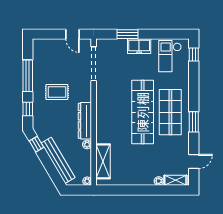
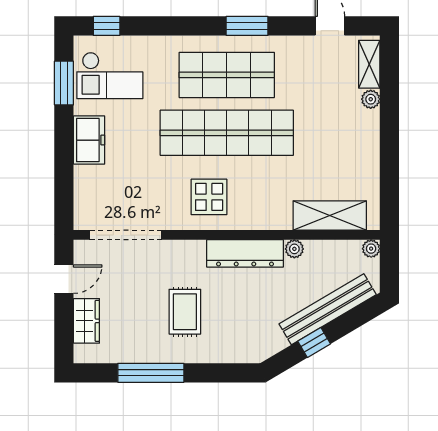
window: (127, 34) -> (64, 83), moved
wardrobe: (53, 45) -> (86, 321), added
display table: (112, 104) -> (209, 197), added
window: (28, 109) -> (220, 373), removed
window: (36, 144) -> (314, 342), moved

